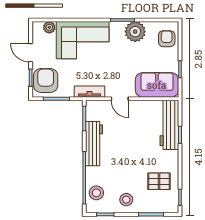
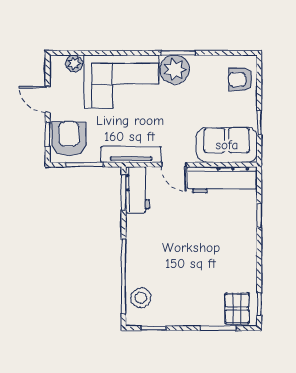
plant: (135, 32) -> (175, 69), moved
armchair: (167, 39) -> (240, 79), turned -90
tv unit: (89, 92) -> (131, 155), width x1.41
workbench: (169, 125) -> (222, 180), moved, turned -90
workbench: (94, 144) -> (137, 190), moved, width x0.73
pallet: (159, 181) -> (237, 308), moved, turned 90
stool: (126, 200) -> (183, 307), removed

